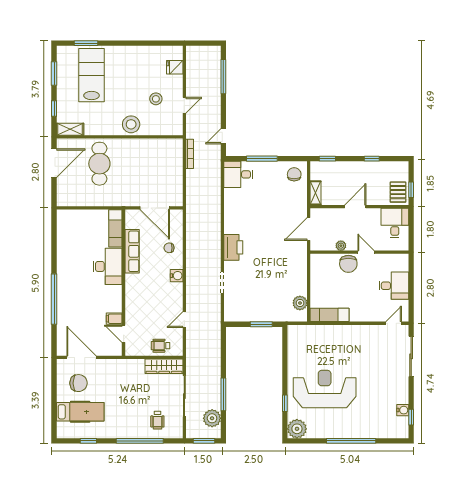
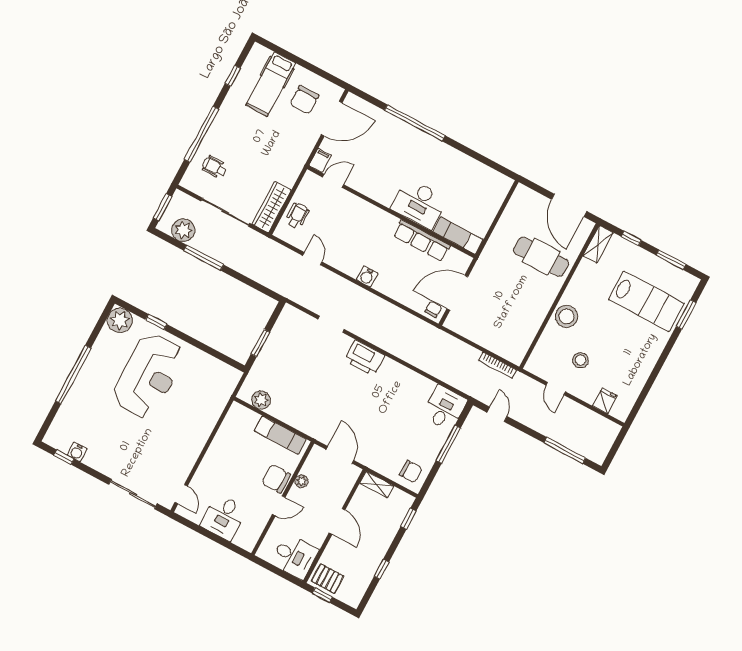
chair: (169, 248) -> (433, 309), moved
exam couch: (330, 315) -> (280, 435), moved, turned 90
filing cabinet: (114, 319) -> (320, 160), moved

